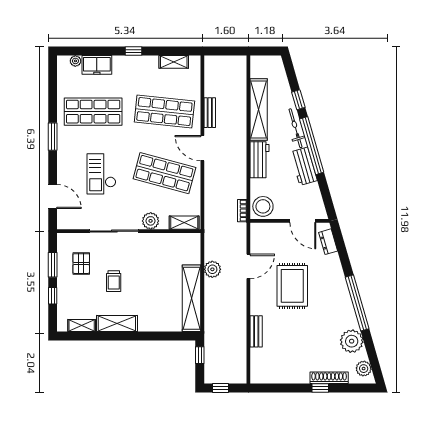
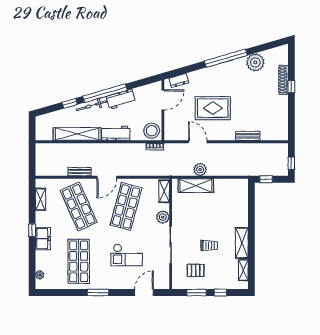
freezer: (97, 65) -> (43, 239), moved
shop shelf: (164, 112) -> (79, 206), turned -30
shelving: (191, 298) -> (196, 186), moved, width x0.68
plant: (364, 369) -> (276, 53), removed

